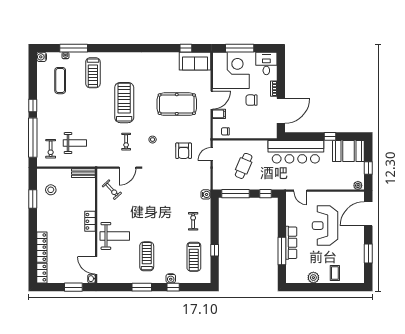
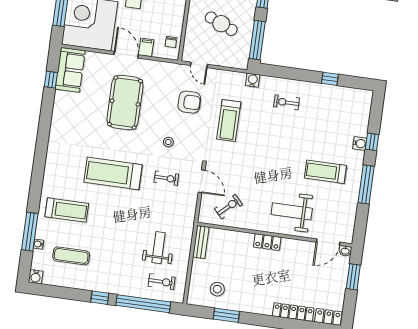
weight bench: (115, 236) -> (292, 211), turned -90
treadmill: (194, 257) -> (229, 121), moved, turned 90
window: (142, 287) -> (366, 184), width x1.44

